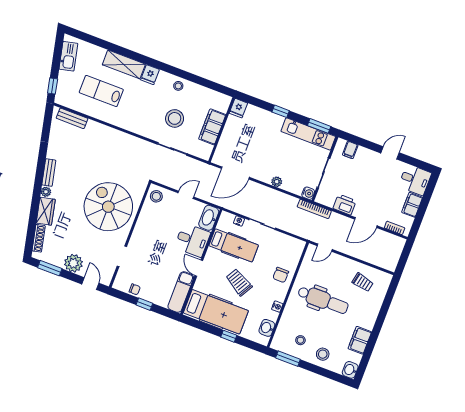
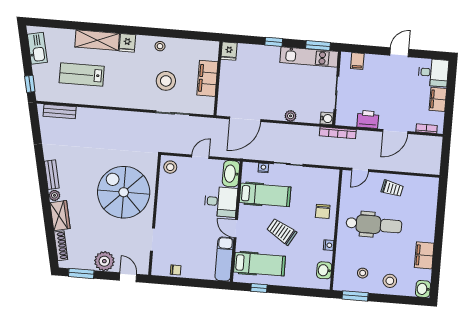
trolley: (363, 282) -> (392, 188), moved
window: (144, 304) -> (190, 282), removed
hospital bed: (216, 312) -> (260, 264), width x0.73, depth x0.78
window: (229, 336) -> (259, 288), moved

